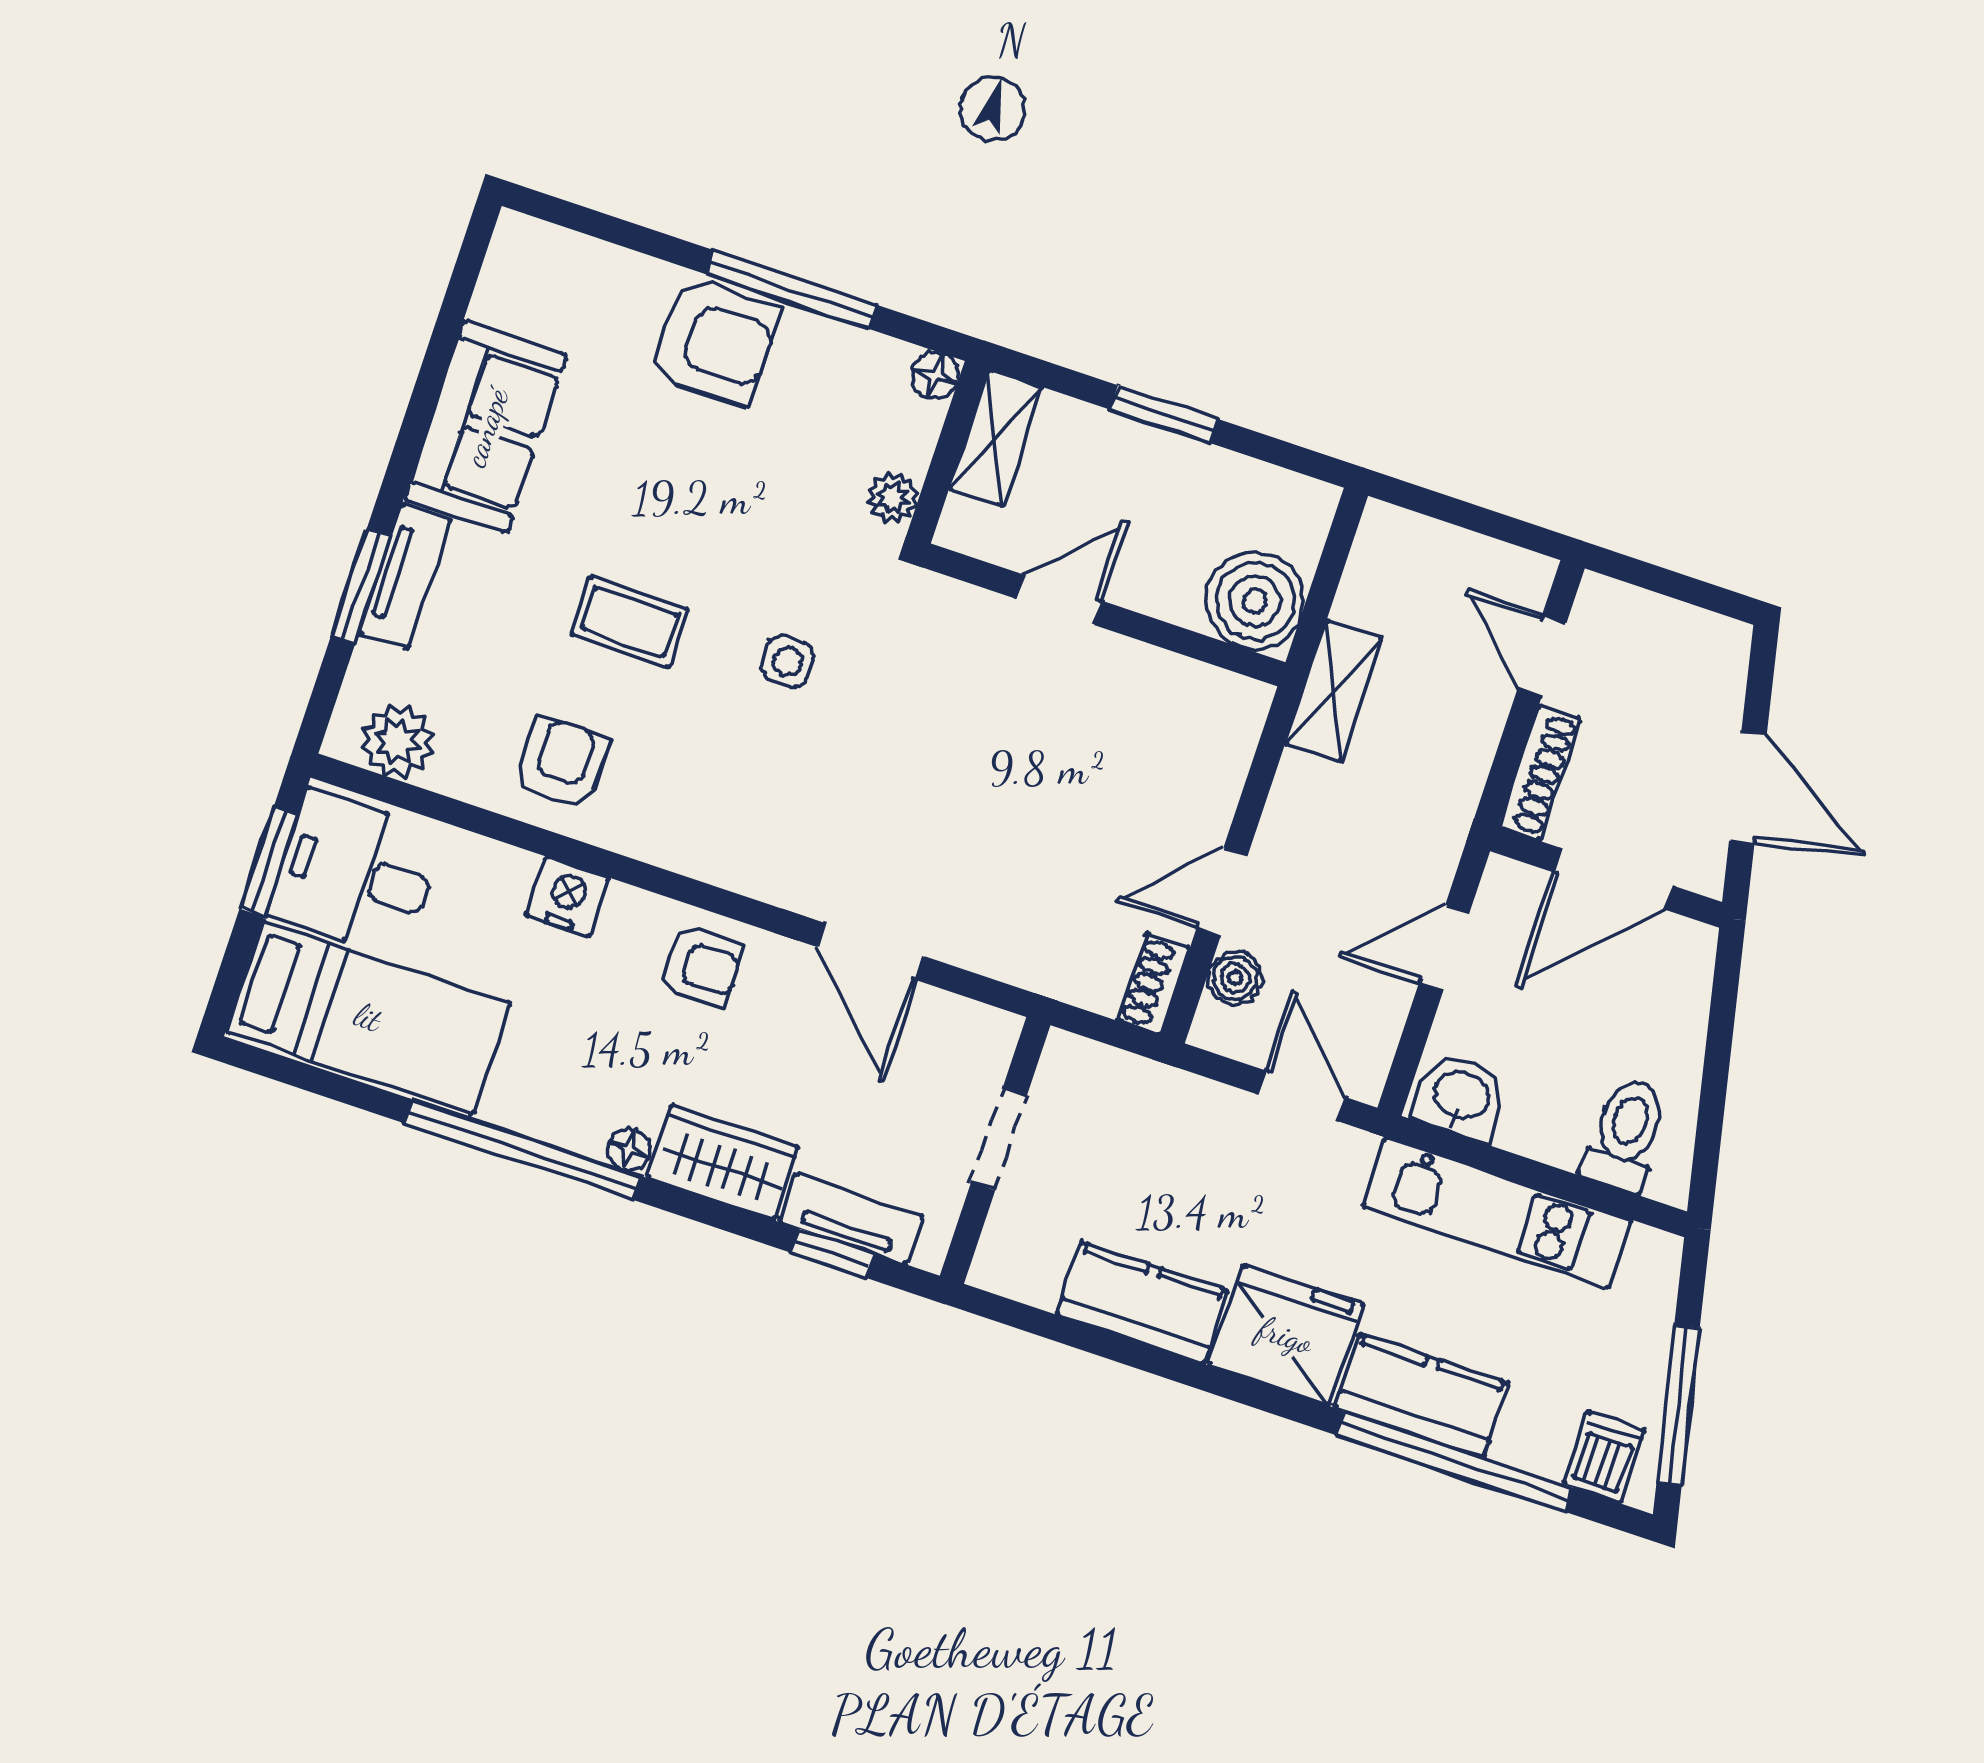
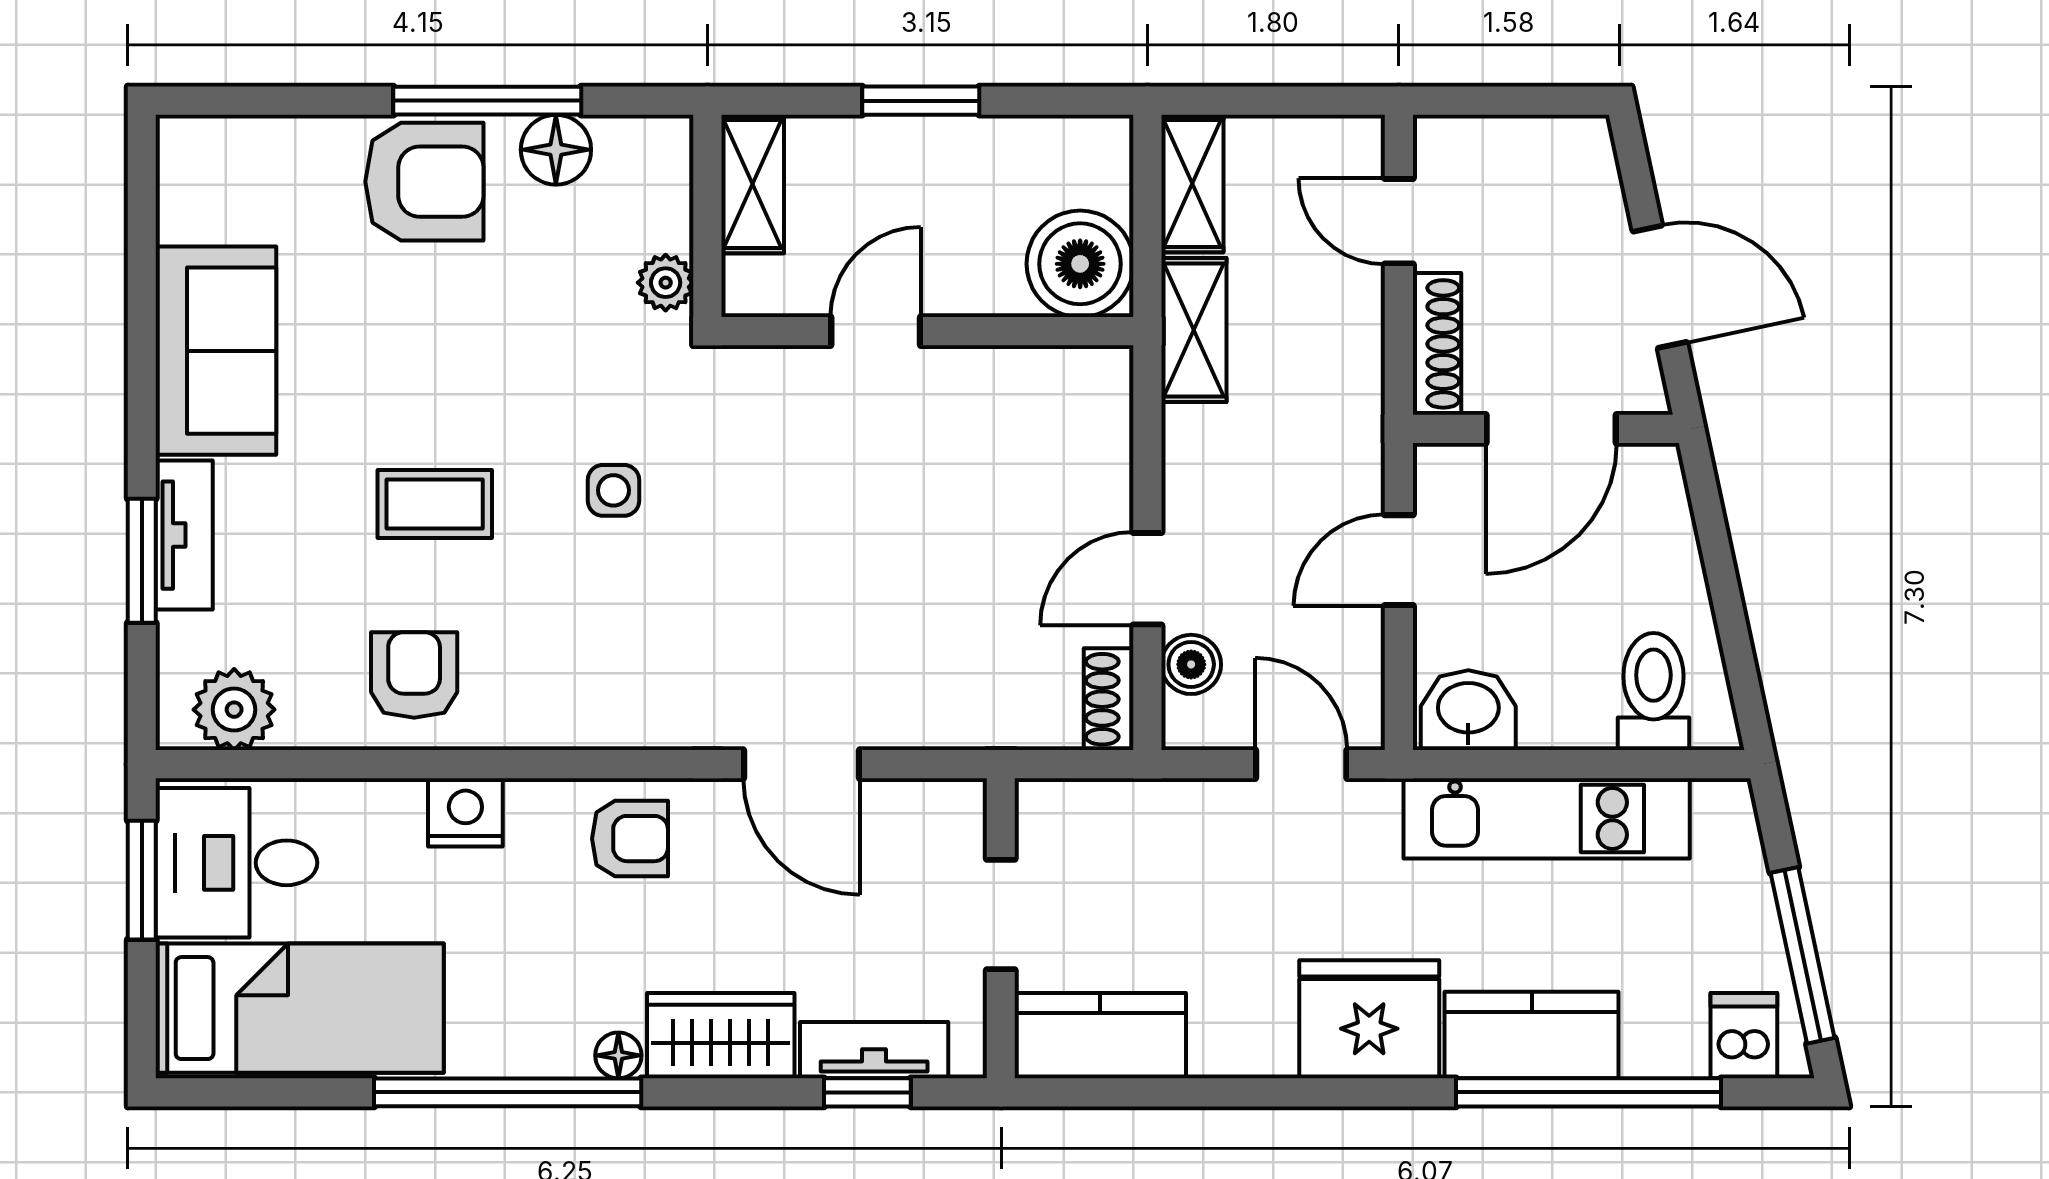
floor lamp: (935, 376) -> (556, 150), moved, width x1.37, depth x1.37
shelving: (1375, 564) -> (1192, 183), added
kitchen counter: (1143, 1303) -> (1100, 1036), moved

